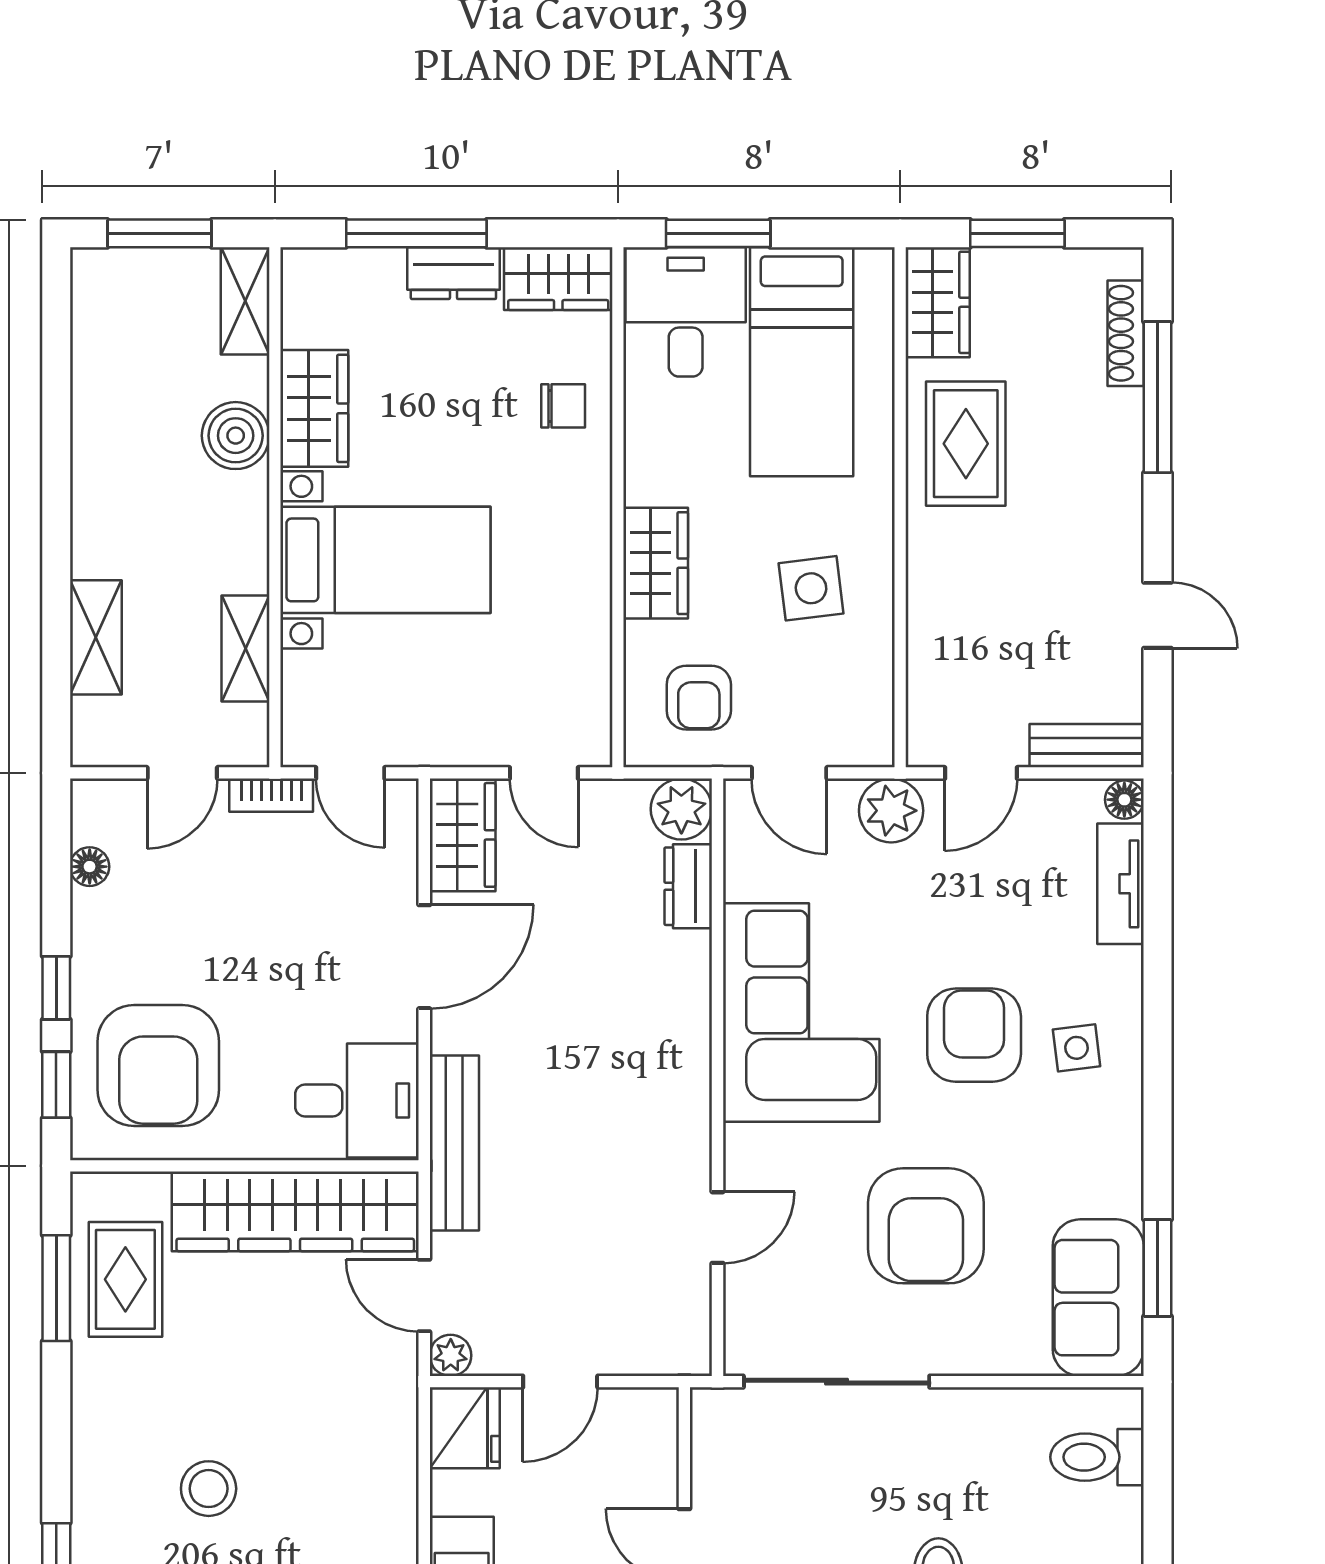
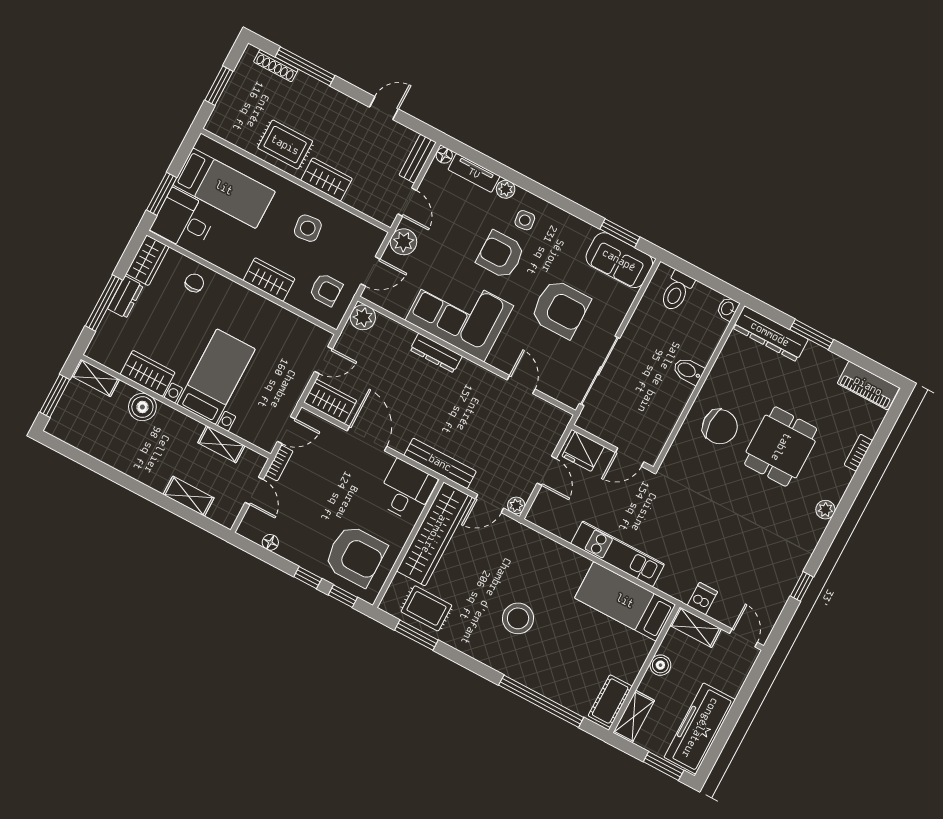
wardrobe: (938, 302) -> (326, 179), moved
dresser: (688, 886) -> (436, 353), moved, width x1.44
plant: (1121, 971) -> (506, 189), added
fridge: (465, 1428) -> (583, 451), moved, turned 180
stool: (209, 1489) -> (518, 618), width x1.38, depth x1.38

